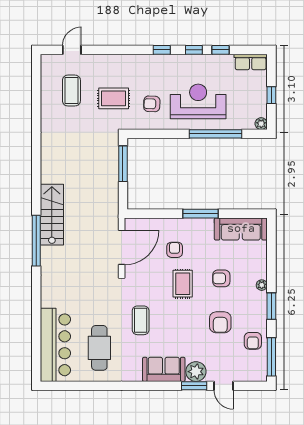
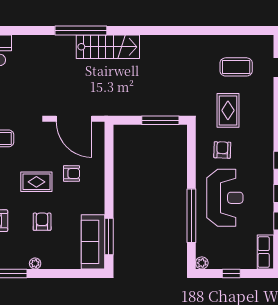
window: (201, 214) -> (109, 237), moved

